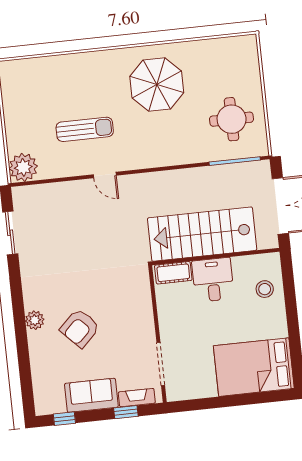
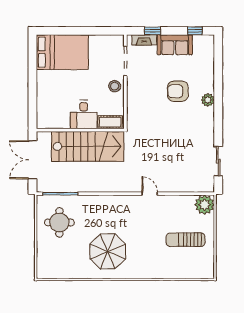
sun lounger: (85, 129) -> (186, 240), moved
stool: (265, 289) -> (115, 86), moved
armchair: (80, 328) -> (178, 91), turned -136

